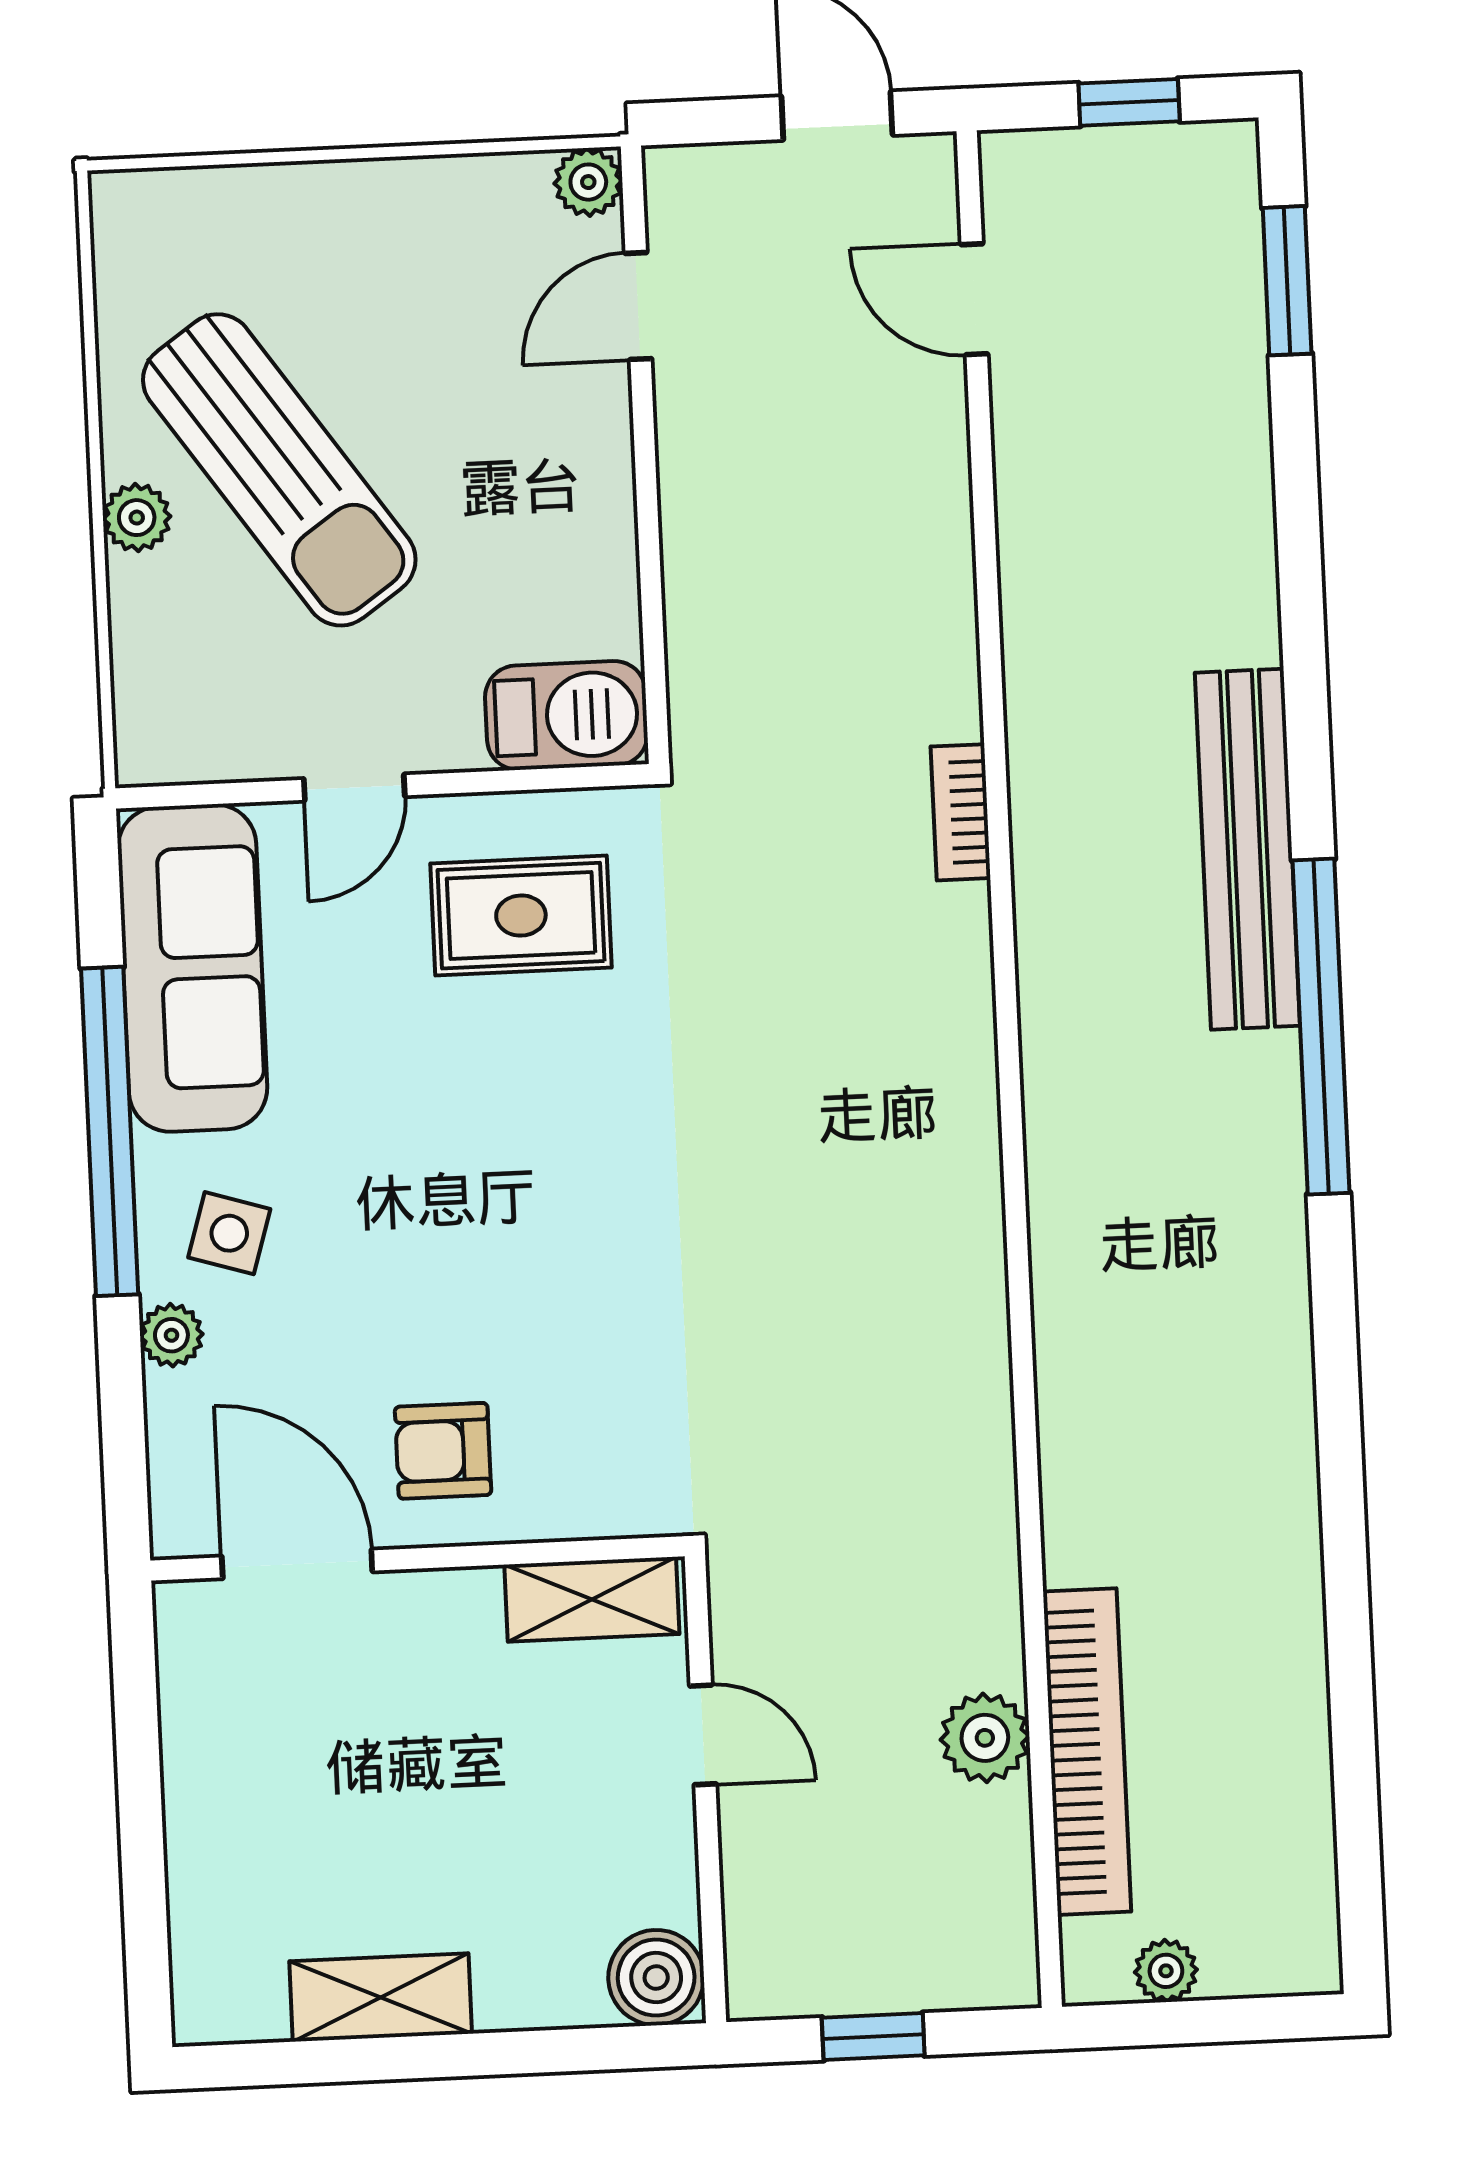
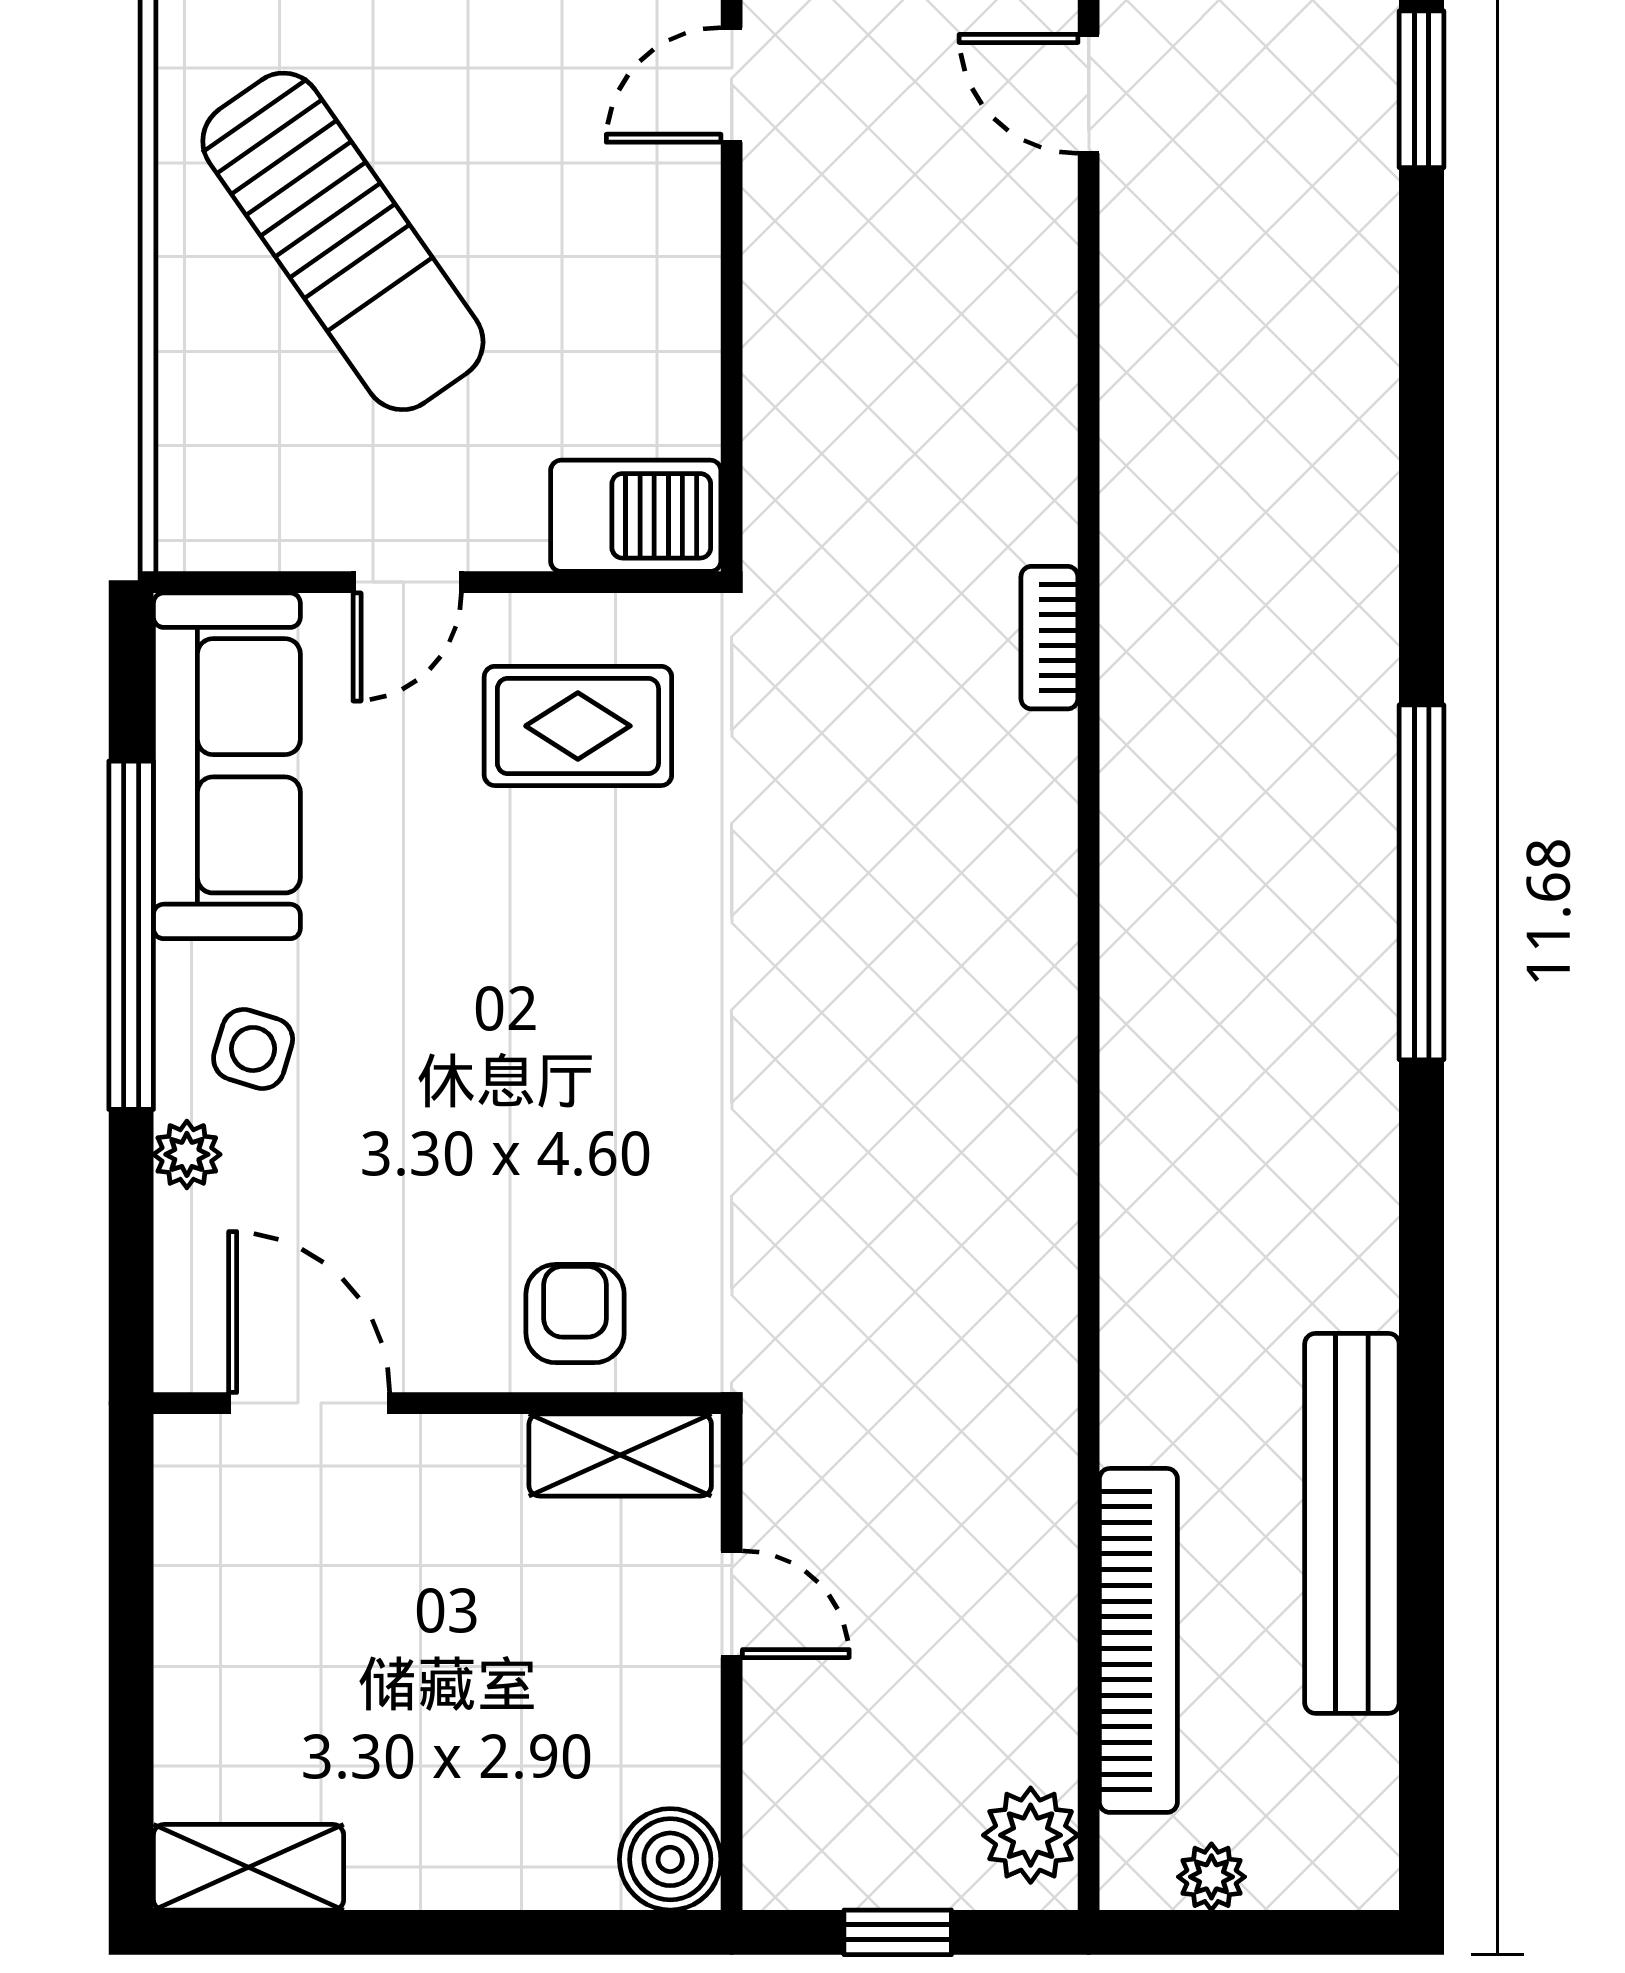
plant: (137, 518) -> (189, 285), removed
bench: (1247, 849) -> (1352, 1523), moved
armchair: (443, 1451) -> (575, 1314), moved, turned 90
plant: (985, 1738) -> (1031, 1835), moved
shelving: (381, 1997) -> (249, 1867), moved

